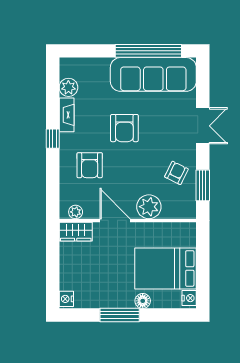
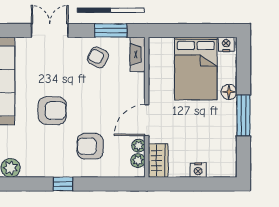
fireplace: (67, 115) -> (138, 54), moved, turned -90
armchair: (90, 165) -> (90, 146), turned 180
plant: (149, 207) -> (138, 146), moved, width x0.53, depth x0.53
nightstand: (66, 299) -> (198, 170), moved

